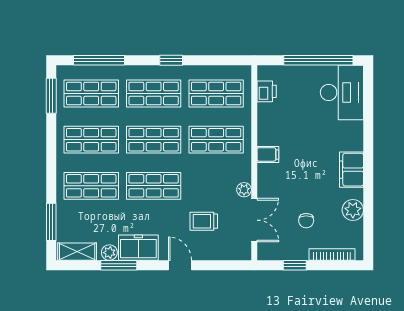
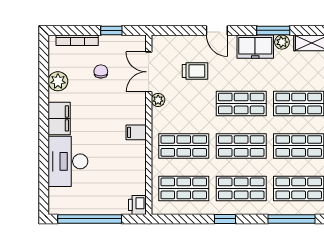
printer: (267, 91) -> (137, 205), moved
desk: (342, 92) -> (68, 161), moved

